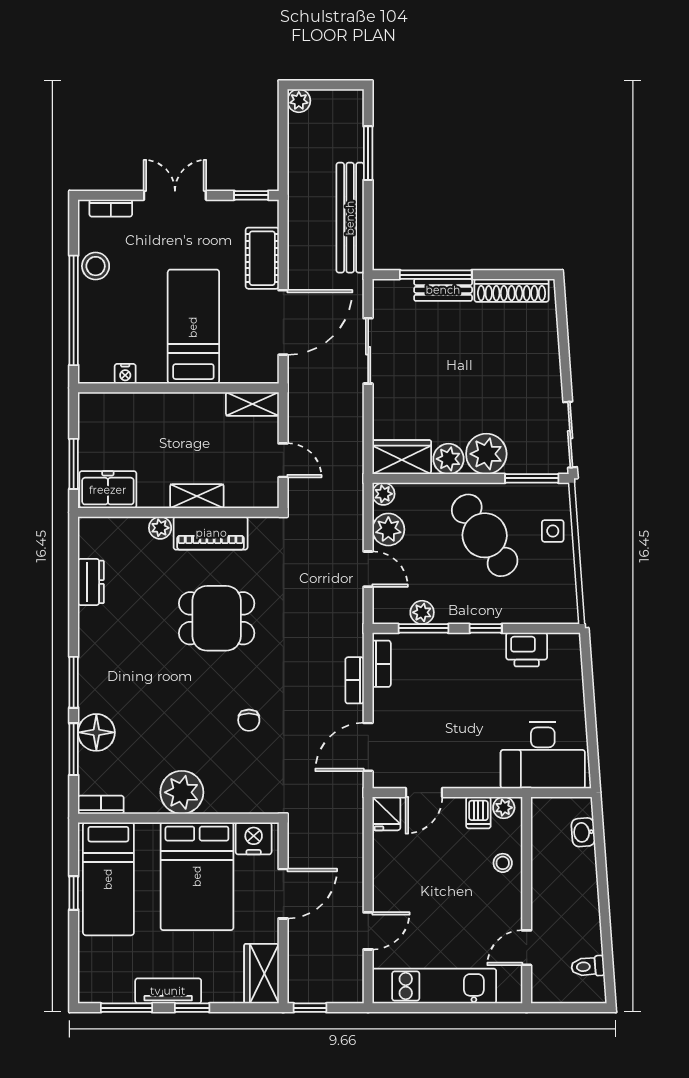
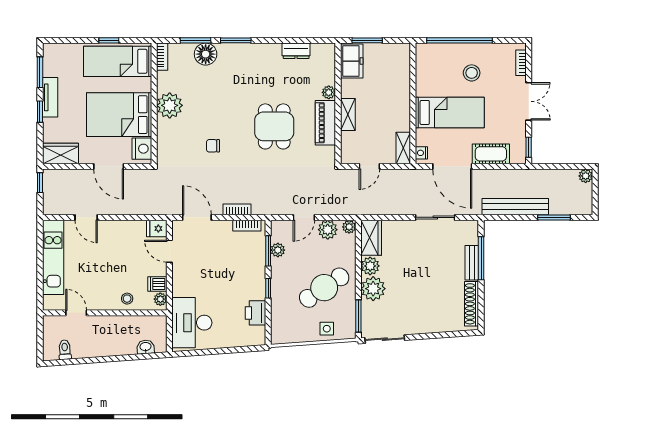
stool: (96, 266) -> (472, 73), moved
nightstand: (125, 374) -> (421, 153), moved

